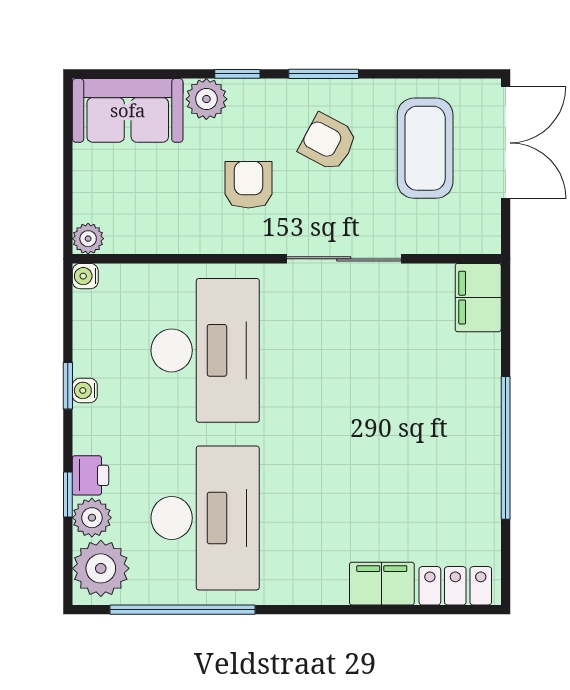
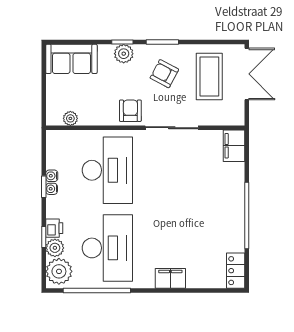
plant: (206, 99) -> (124, 54), moved
armchair: (249, 185) -> (130, 111), moved
plant: (88, 239) -> (70, 118), moved
water cooler: (85, 276) -> (52, 176), moved
filing cabinet: (382, 584) -> (170, 278), moved
locker: (455, 586) -> (236, 271), moved, turned -90

